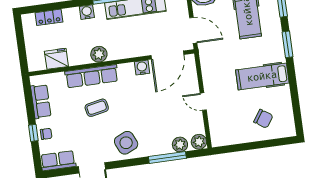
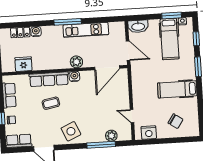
water cooler: (87, 12) -> (36, 32), moved
plant: (99, 54) -> (76, 62), moved
water cooler: (142, 68) -> (74, 76), moved
door: (203, 102) -> (132, 116), moved
nightstand: (229, 136) -> (149, 132), added
plant: (199, 142) -> (126, 135), removed

